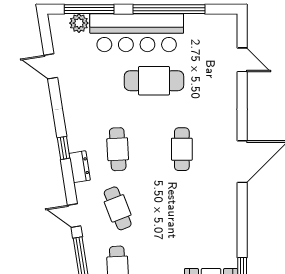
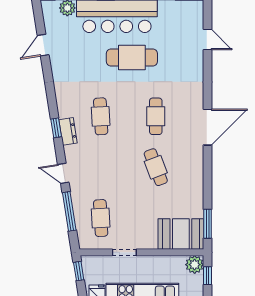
door: (51, 66) -> (43, 45), hinge flipped
window: (64, 148) -> (56, 128), moved
cafe table: (118, 208) -> (156, 167), moved

